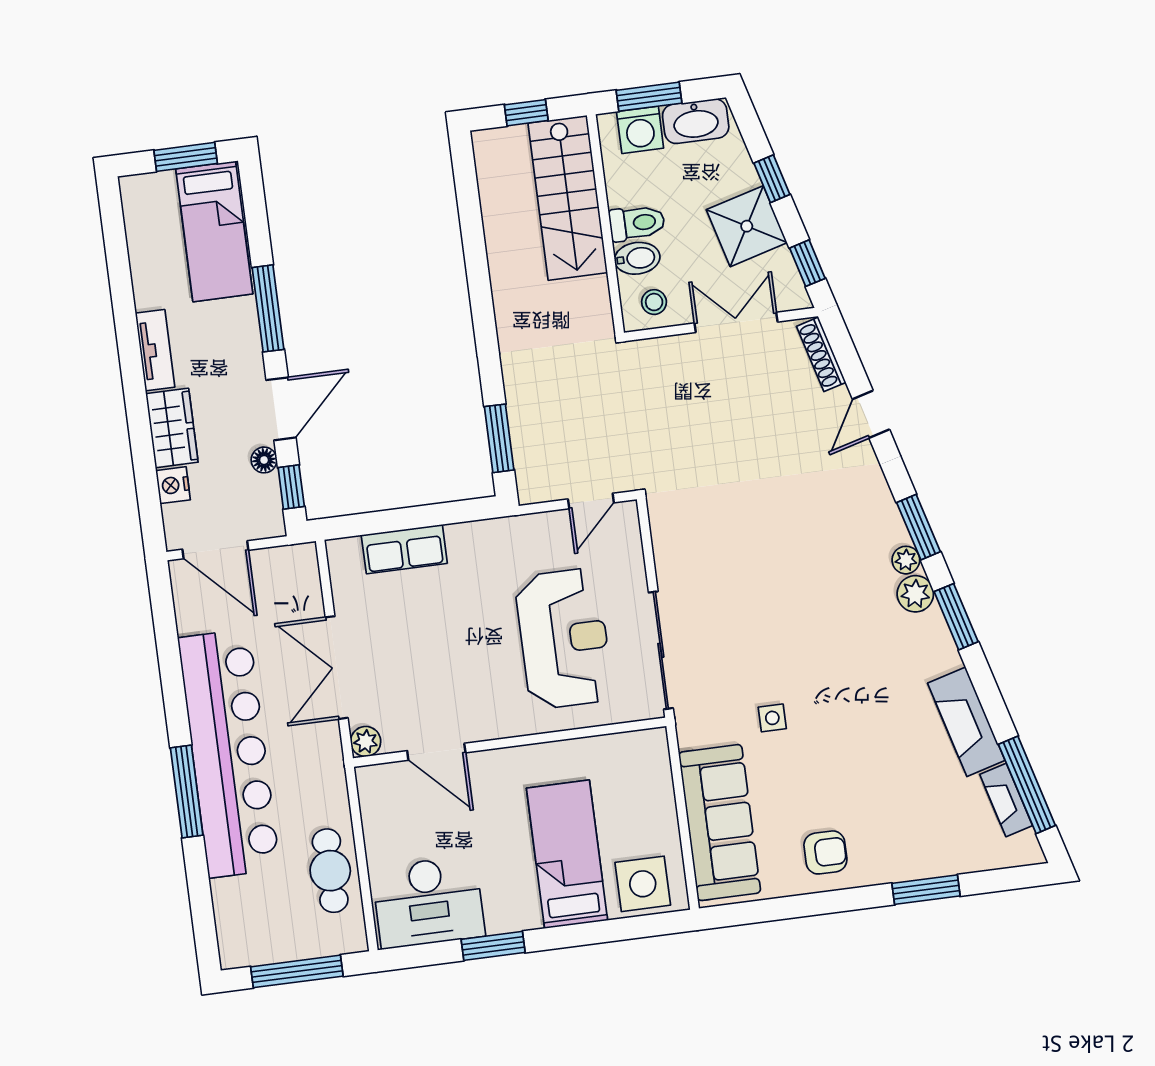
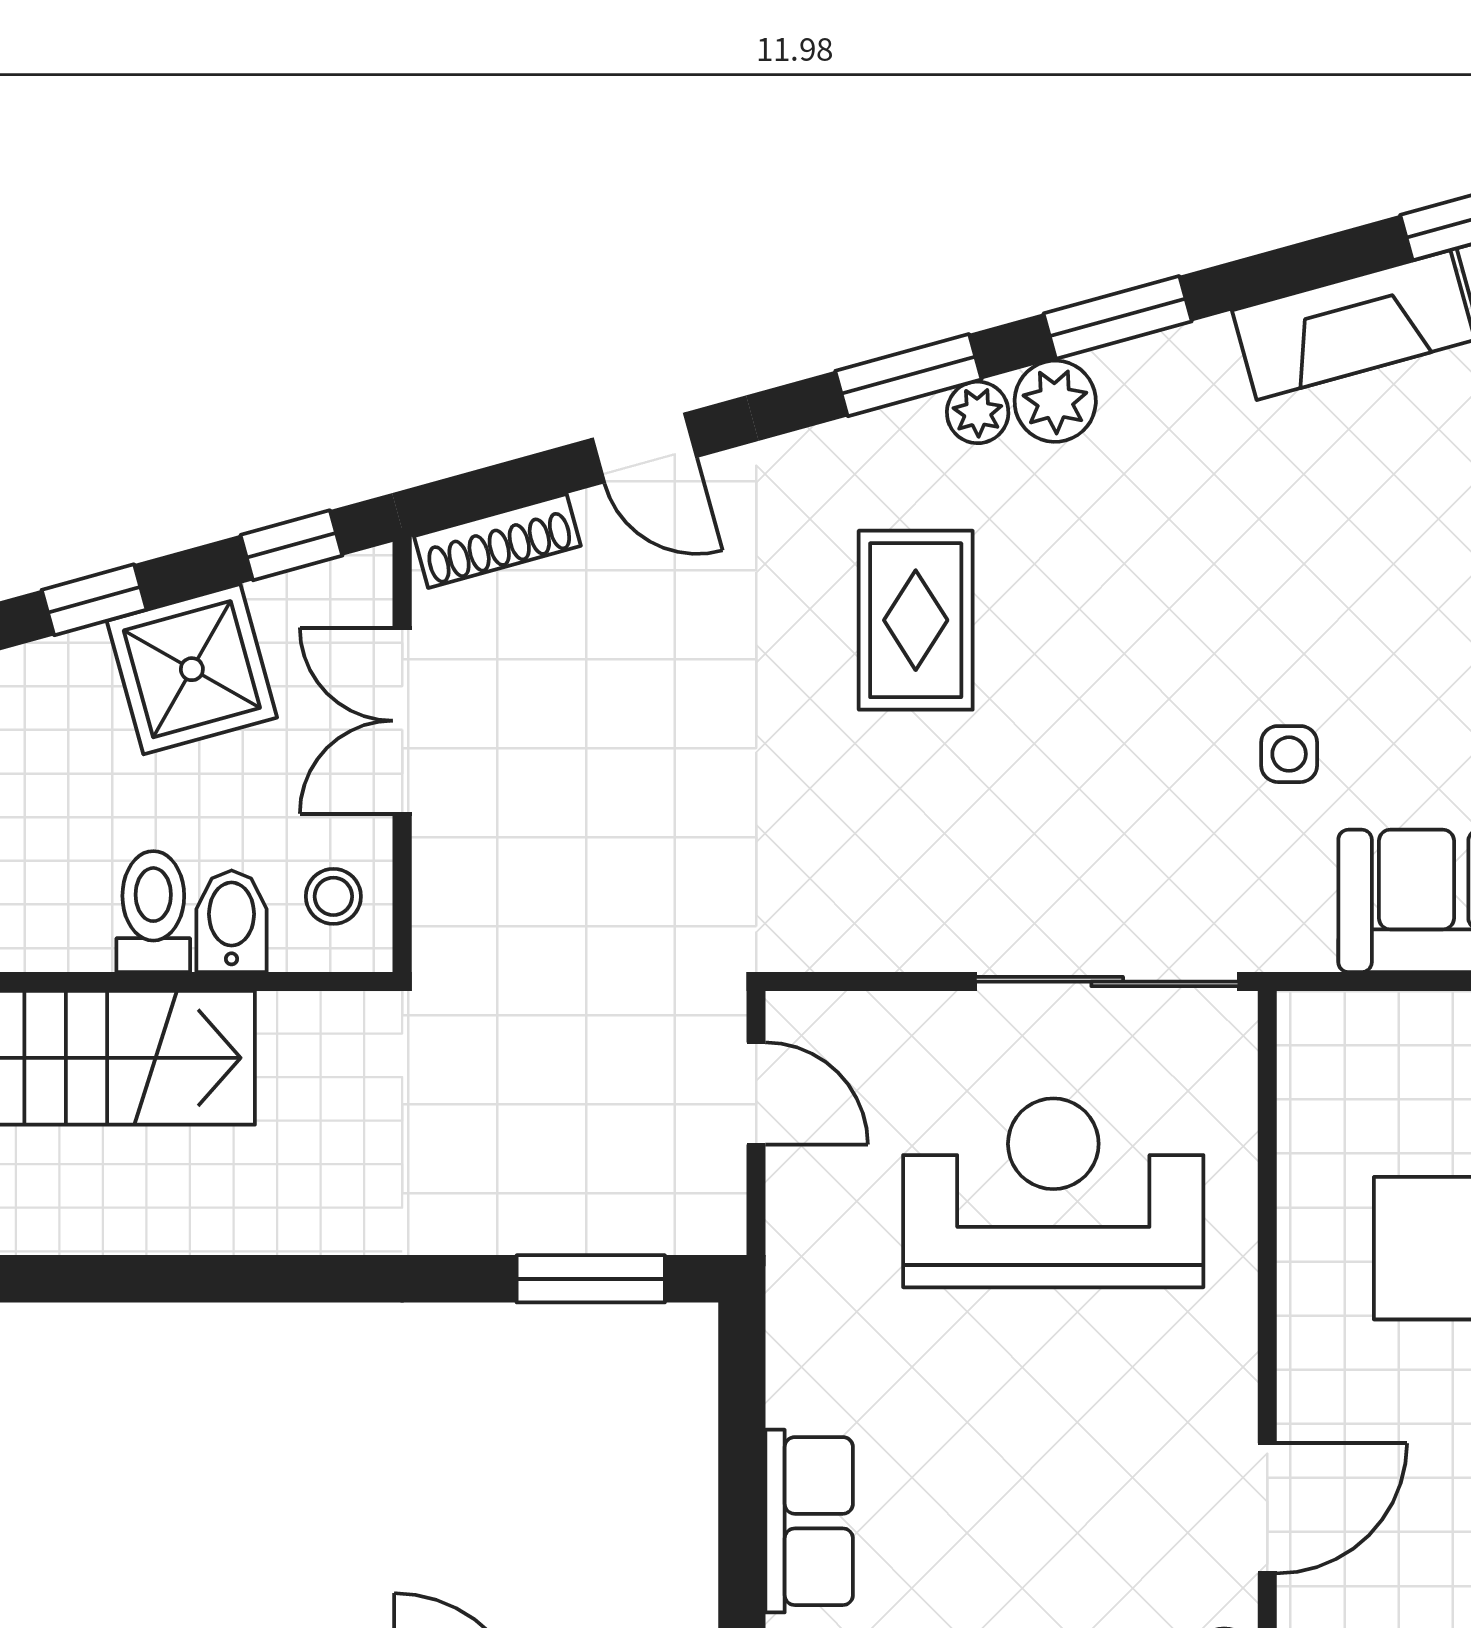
rug: (810, 545) -> (916, 620), added

